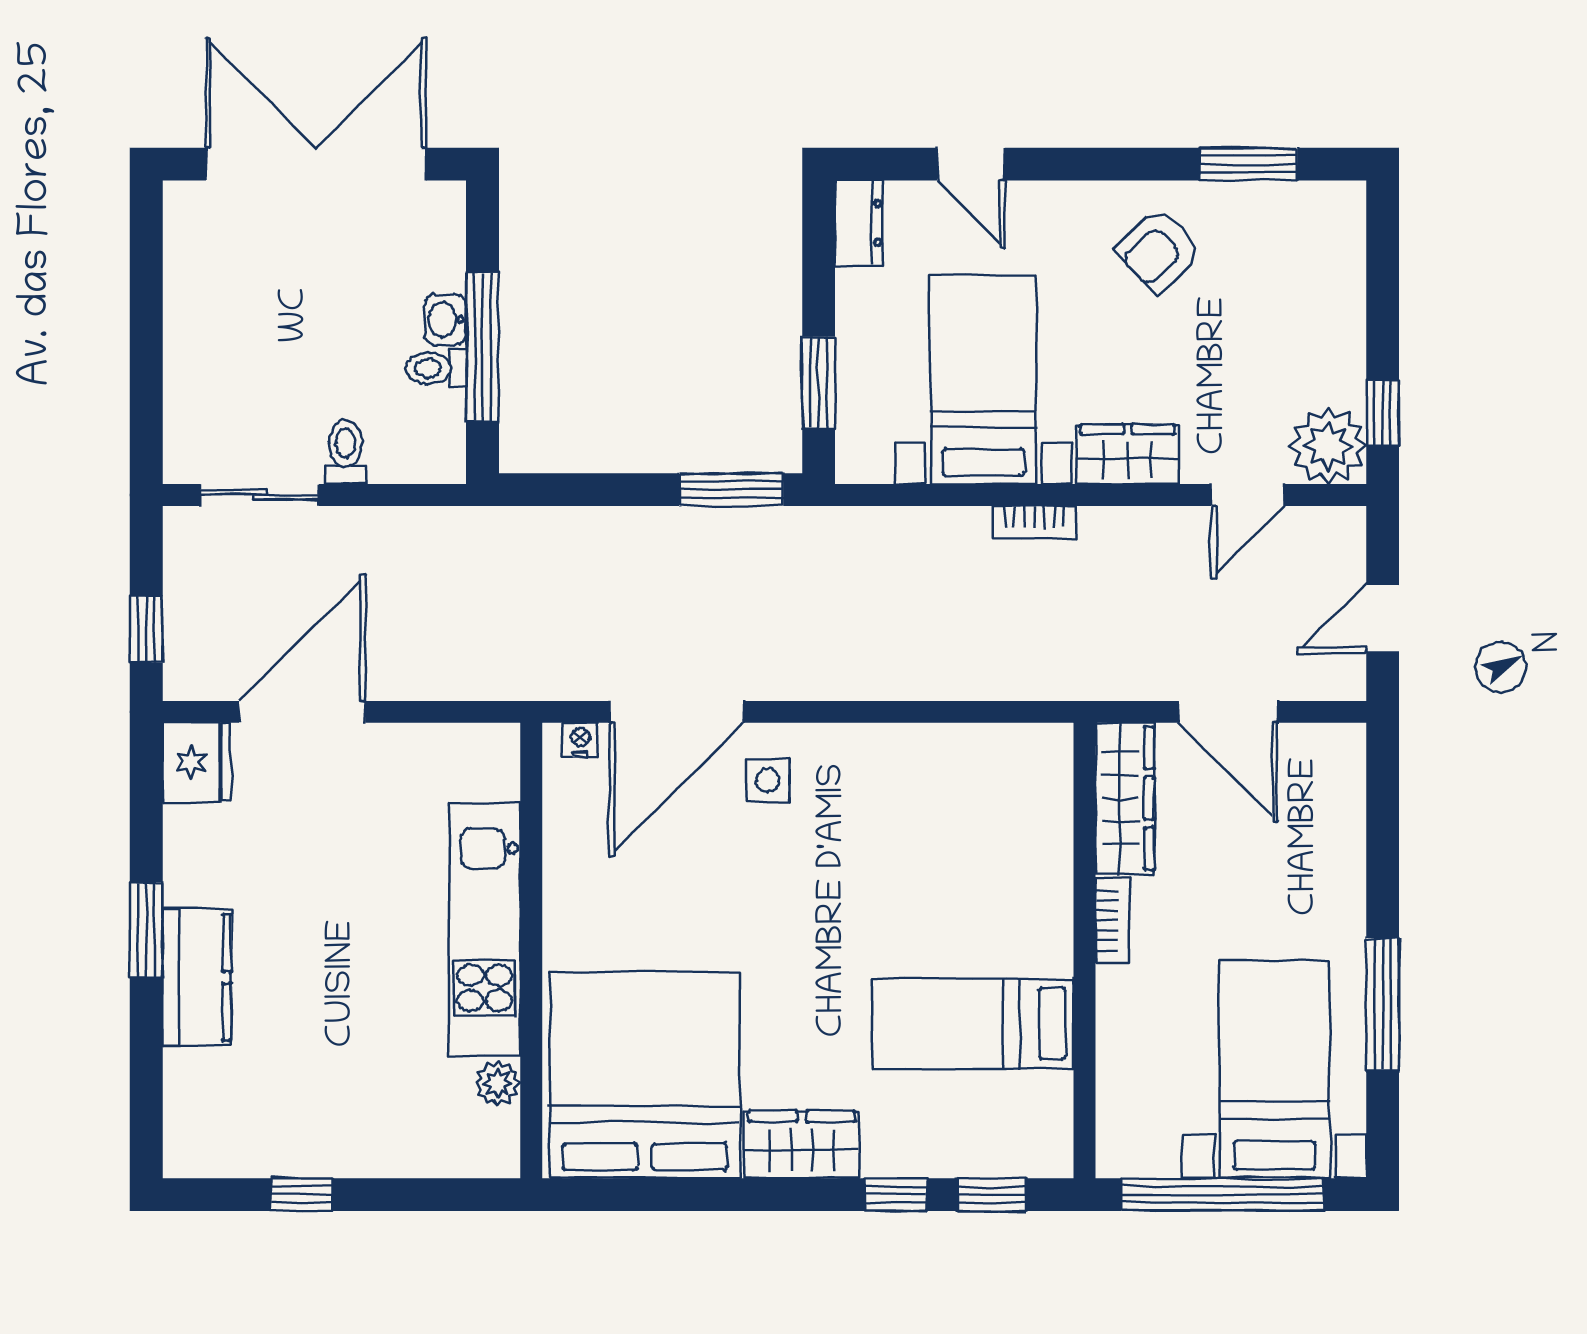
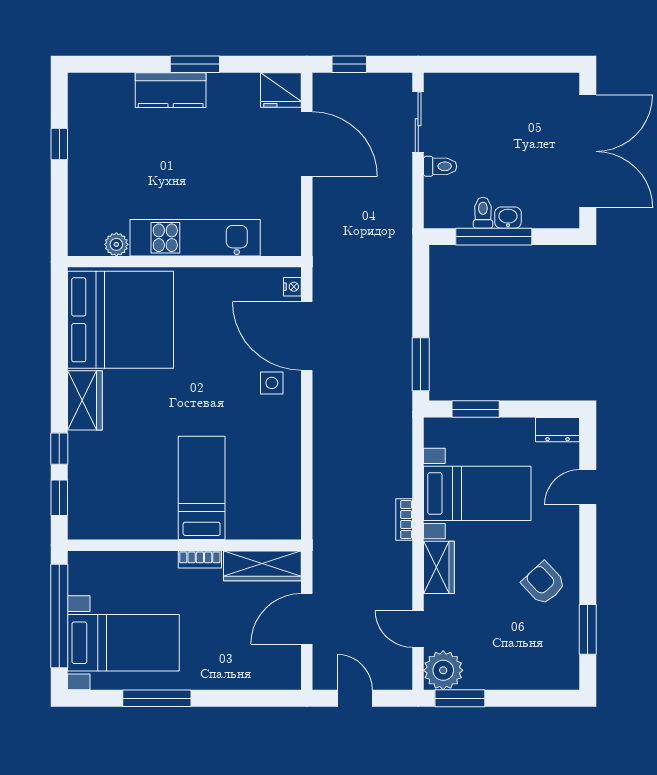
window: (1383, 413) -> (460, 698), width x1.50
bed: (973, 1024) -> (202, 488), moved

